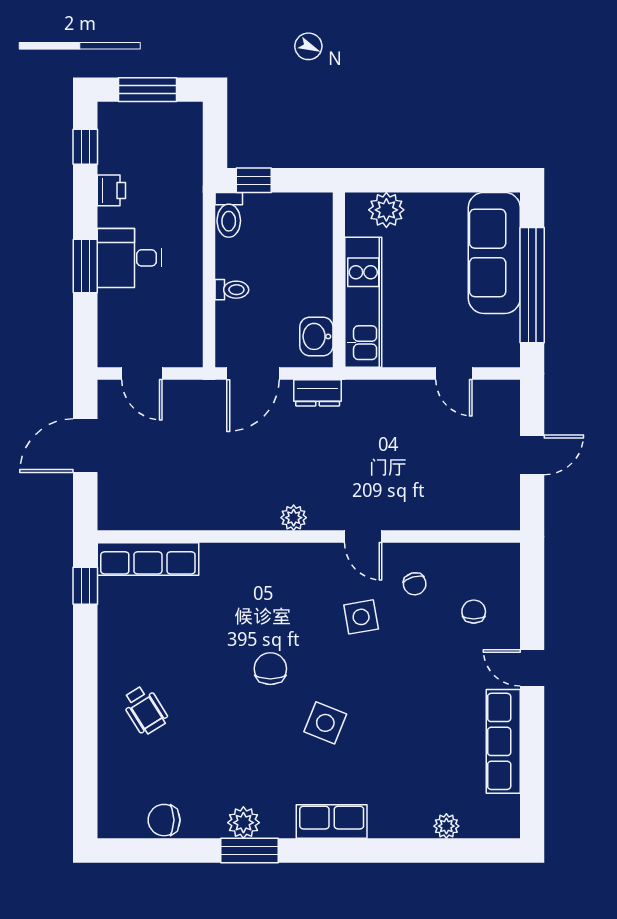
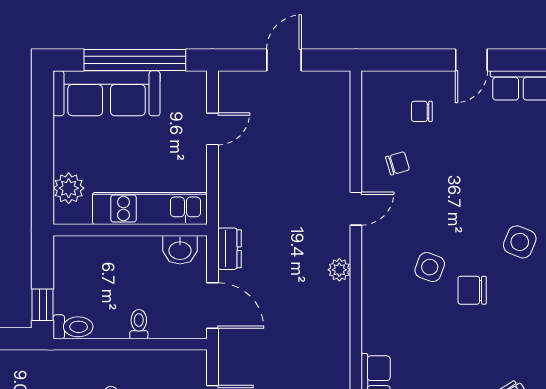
door: (532, 455) -> (284, 60), hinge flipped
side table: (361, 617) -> (430, 267), moved, turned 30

